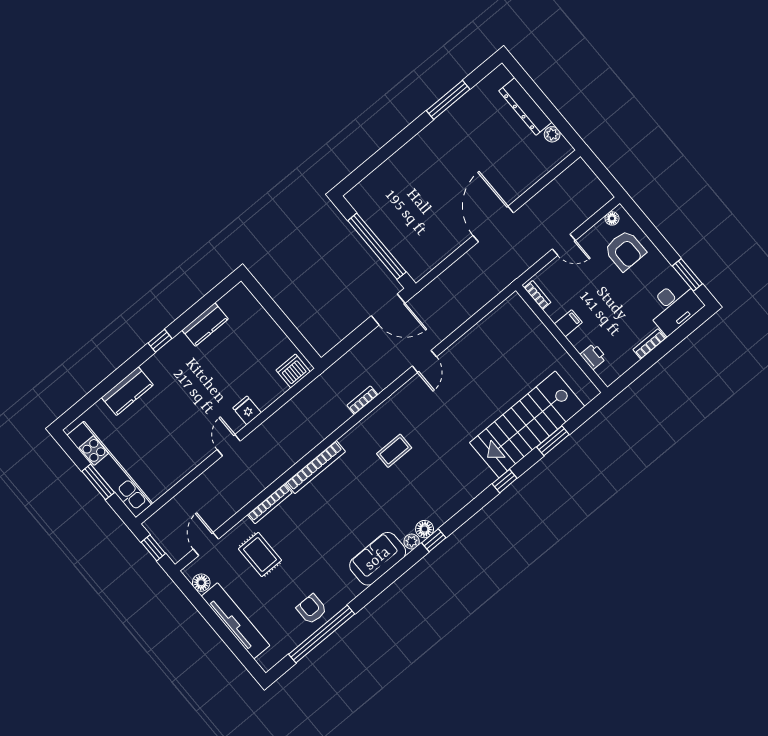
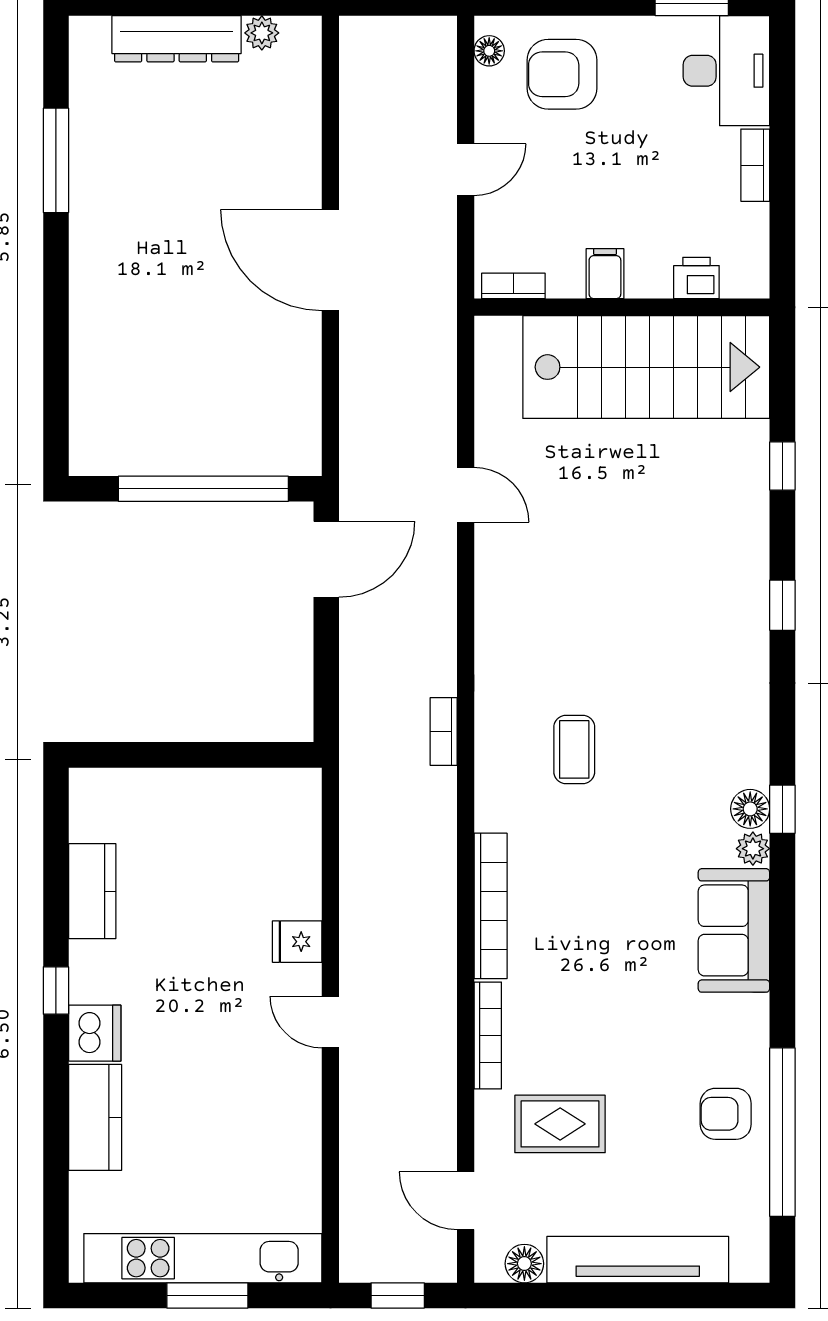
armchair: (625, 251) -> (562, 74), turned 180
door: (424, 361) -> (466, 495), moved
dishwasher: (293, 371) -> (95, 1033), moved, turned 180
stairs: (527, 424) -> (646, 367), moved, turned -90
window: (553, 441) -> (782, 466), width x0.67

